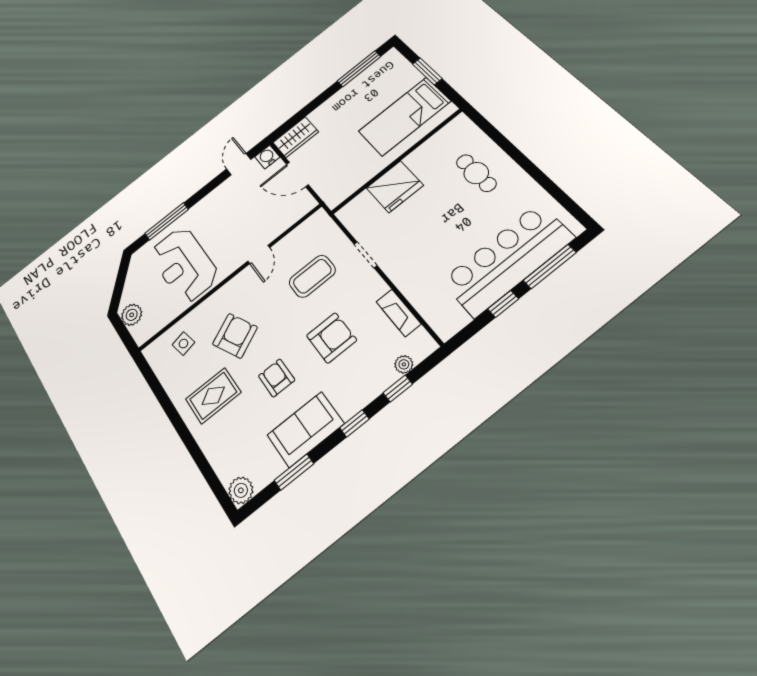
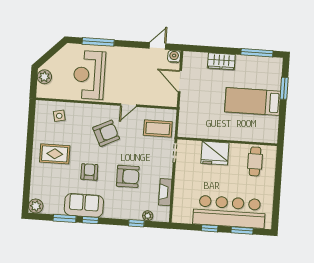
wardrobe: (296, 137) -> (221, 61), moved
wall: (397, 161) -> (227, 141), moved
fridge: (395, 187) -> (215, 153), moved
window: (550, 266) -> (242, 230), width x0.69
coffee table: (312, 276) -> (158, 129), moved
armchair: (235, 336) -> (106, 133), moved
window: (354, 423) -> (90, 220), moved

